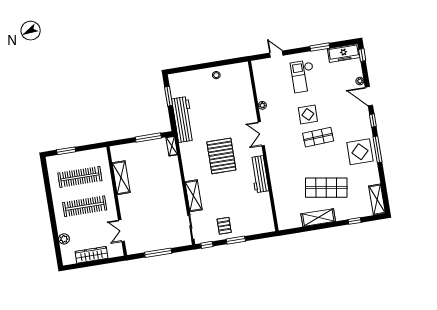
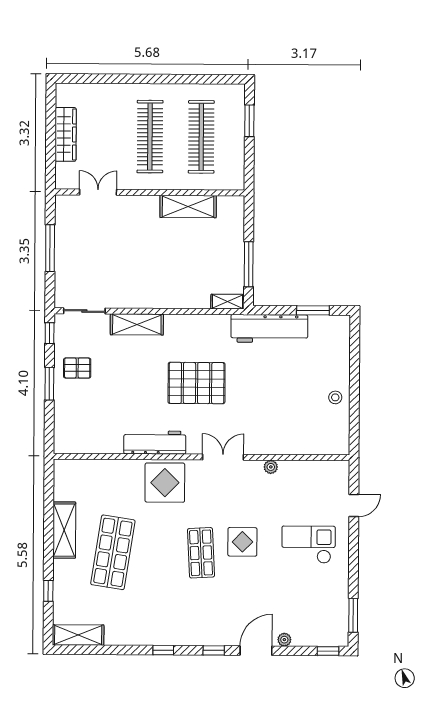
window: (320, 47) -> (353, 615), moved
freezer: (344, 53) -> (336, 620), removed
window: (378, 149) -> (163, 650), width x0.46
display table: (360, 152) -> (165, 483), moved
plant: (64, 239) -> (100, 92), removed

